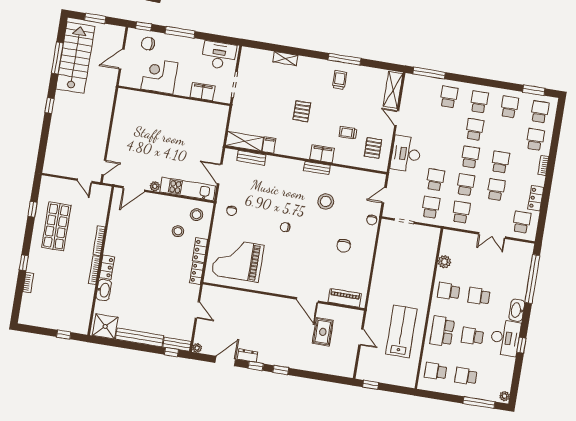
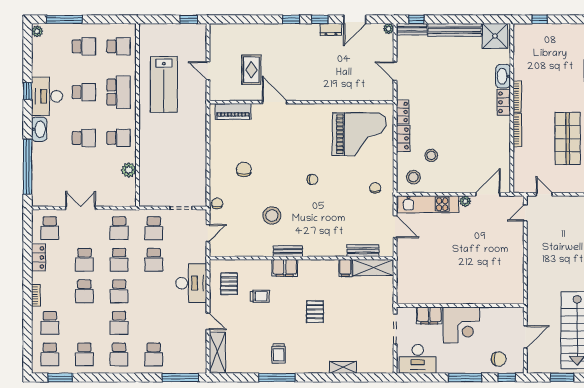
corner desk: (159, 76) -> (461, 325), moved

